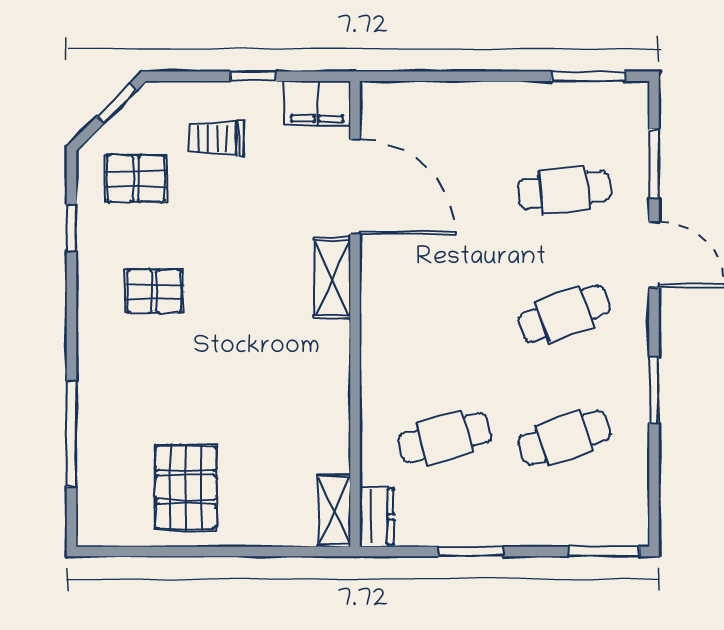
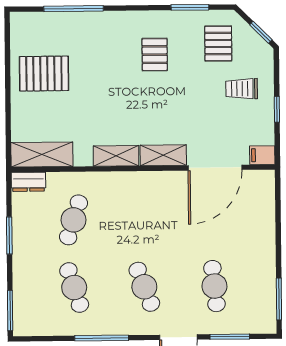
filing cabinet: (317, 103) -> (262, 155), width x0.50
trolley: (216, 138) -> (242, 89), turned -90
window: (72, 228) -> (190, 7), width x1.50
shelving: (333, 361) -> (116, 156), added
window: (654, 390) -> (102, 338), width x1.44
cafe table: (445, 438) -> (73, 220), turned 33
shelving: (334, 511) -> (42, 155), width x1.50, depth x1.33

